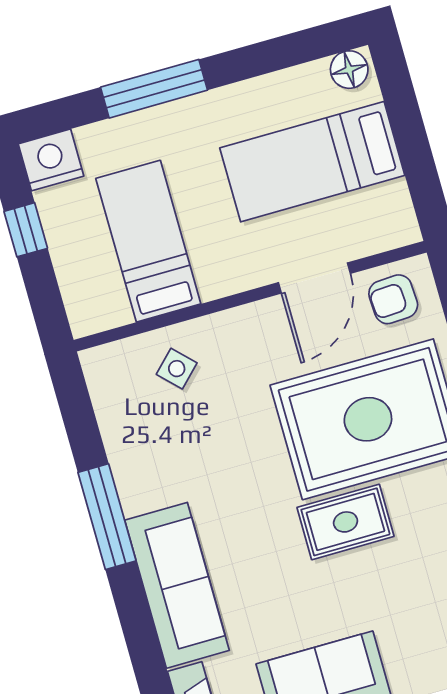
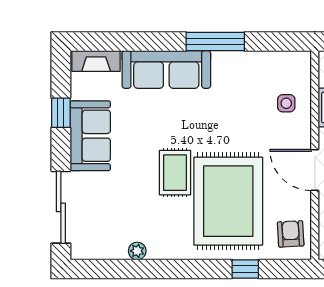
door: (314, 278) -> (315, 170), moved
side table: (177, 369) -> (286, 103), turned 45

